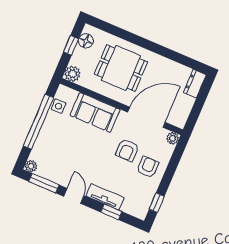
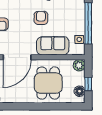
dining table: (121, 68) -> (48, 83), turned 90
armchair: (127, 150) -> (41, 18), moved

